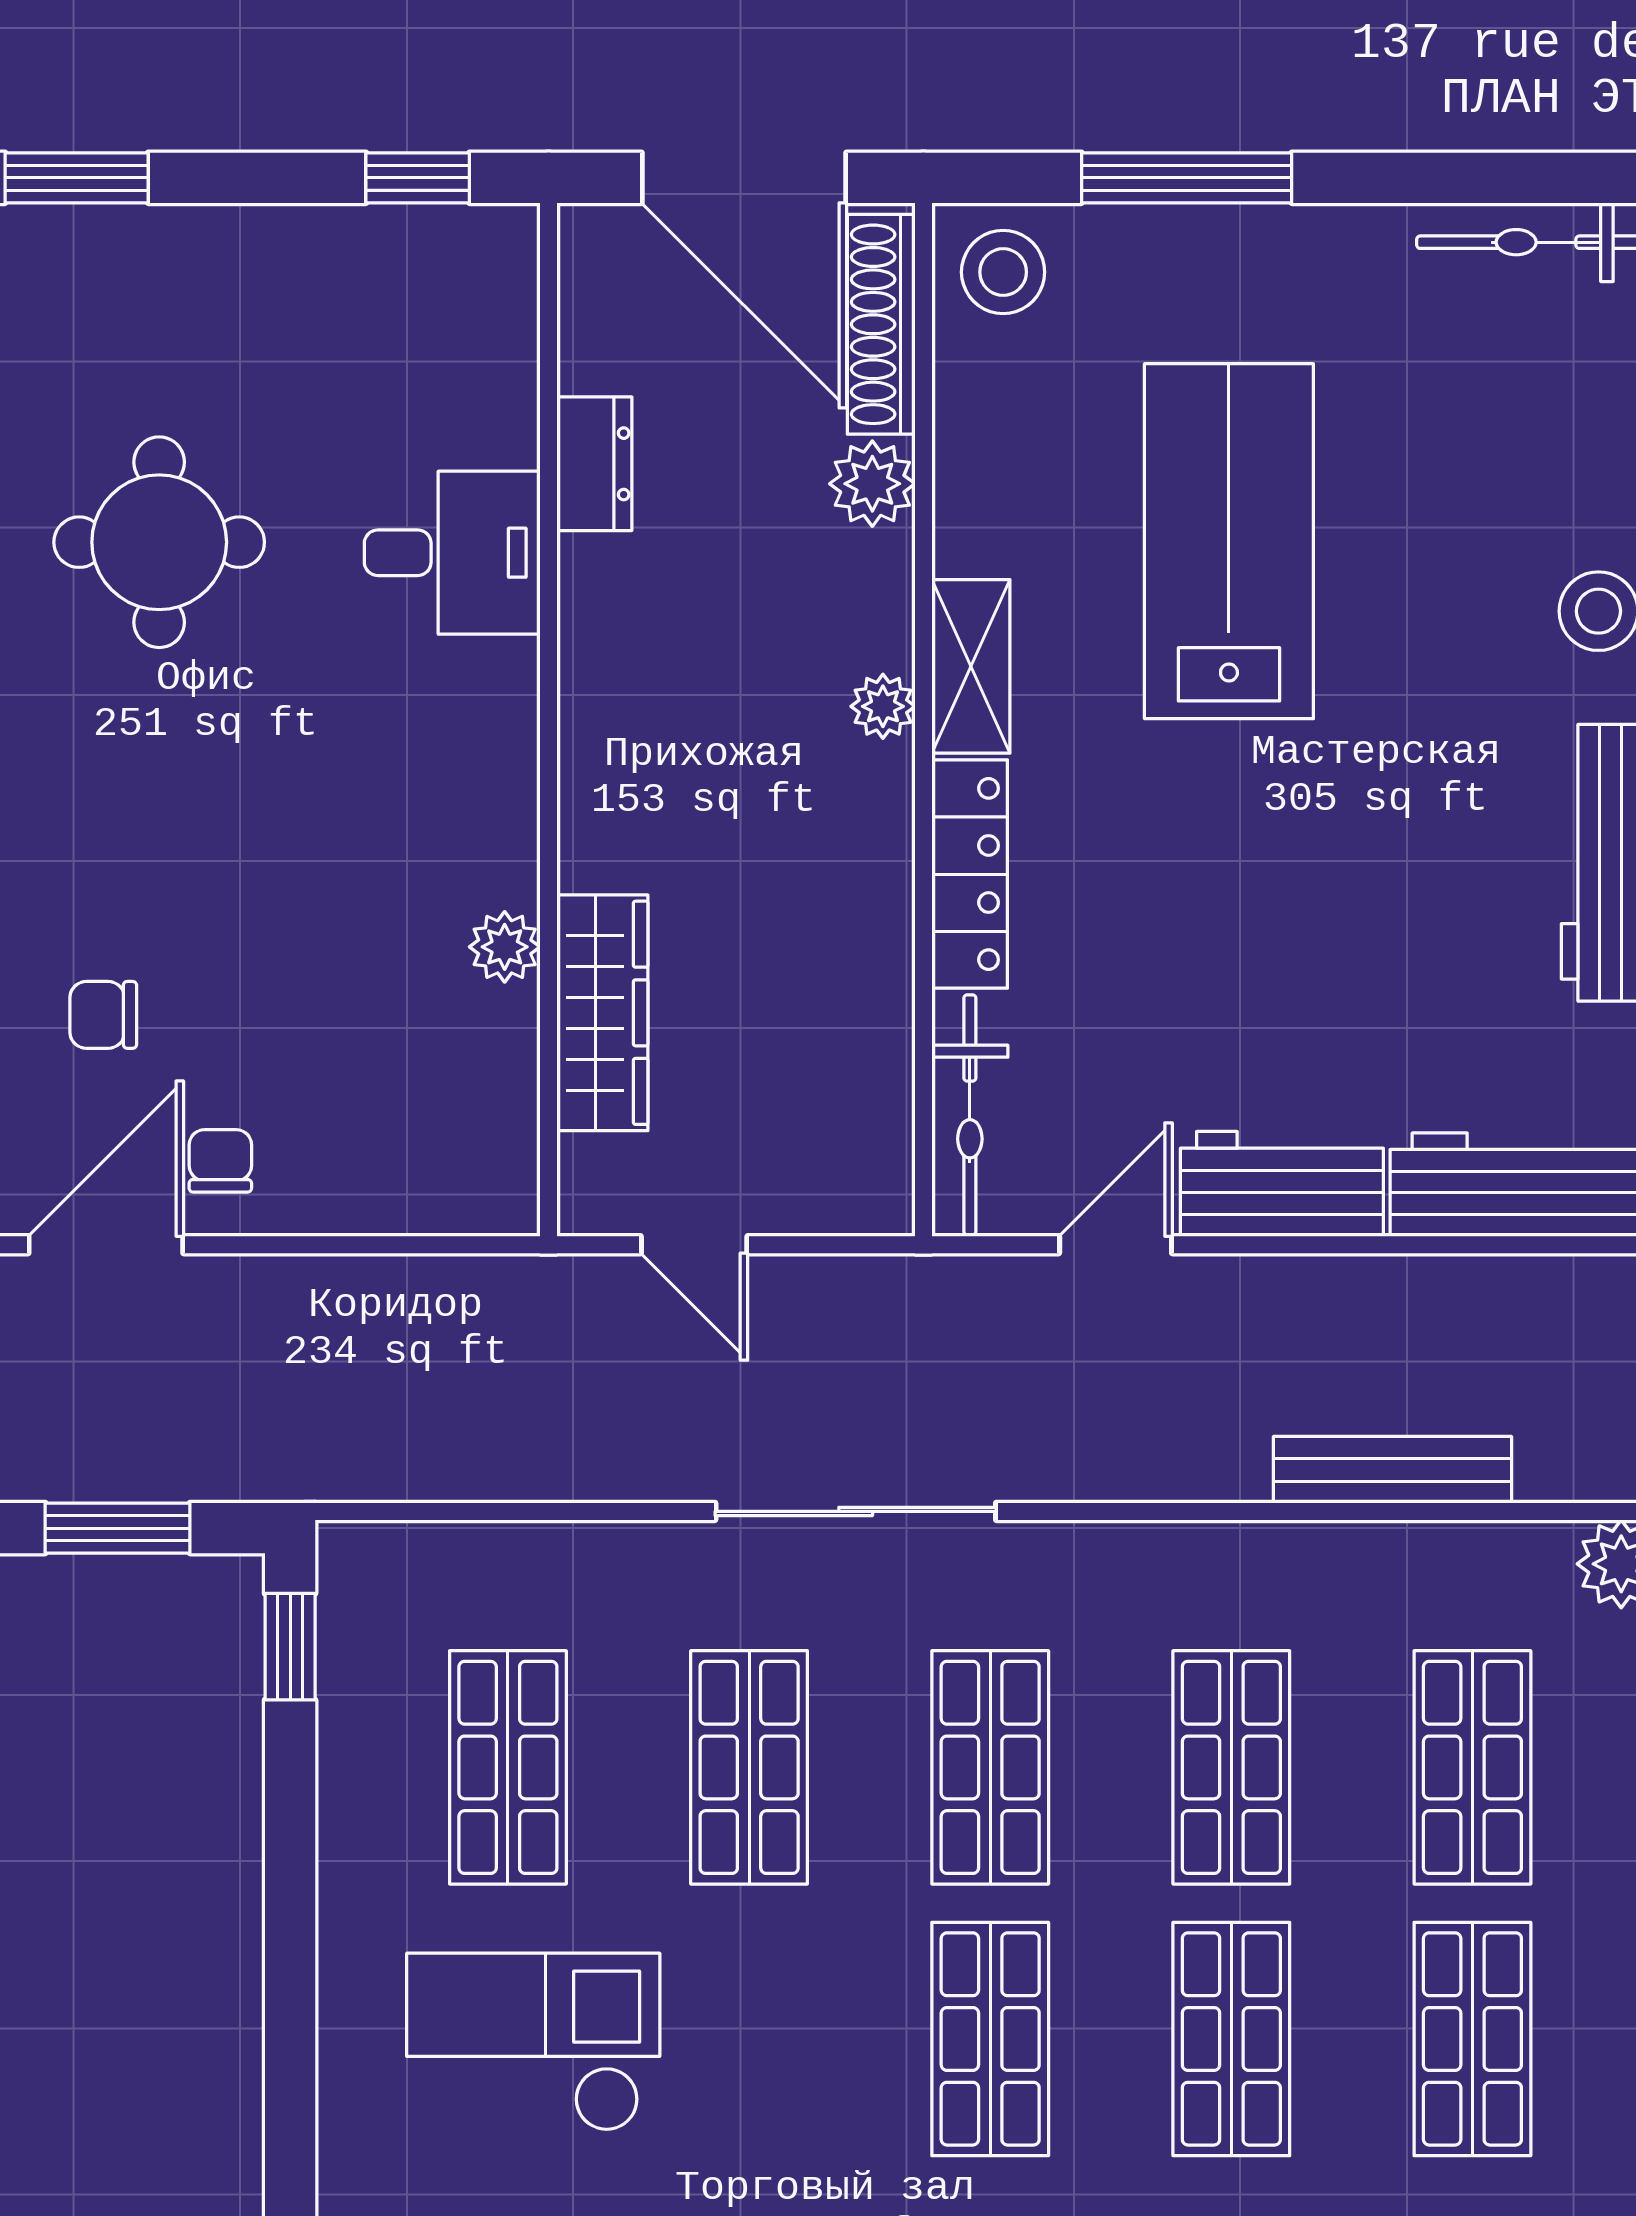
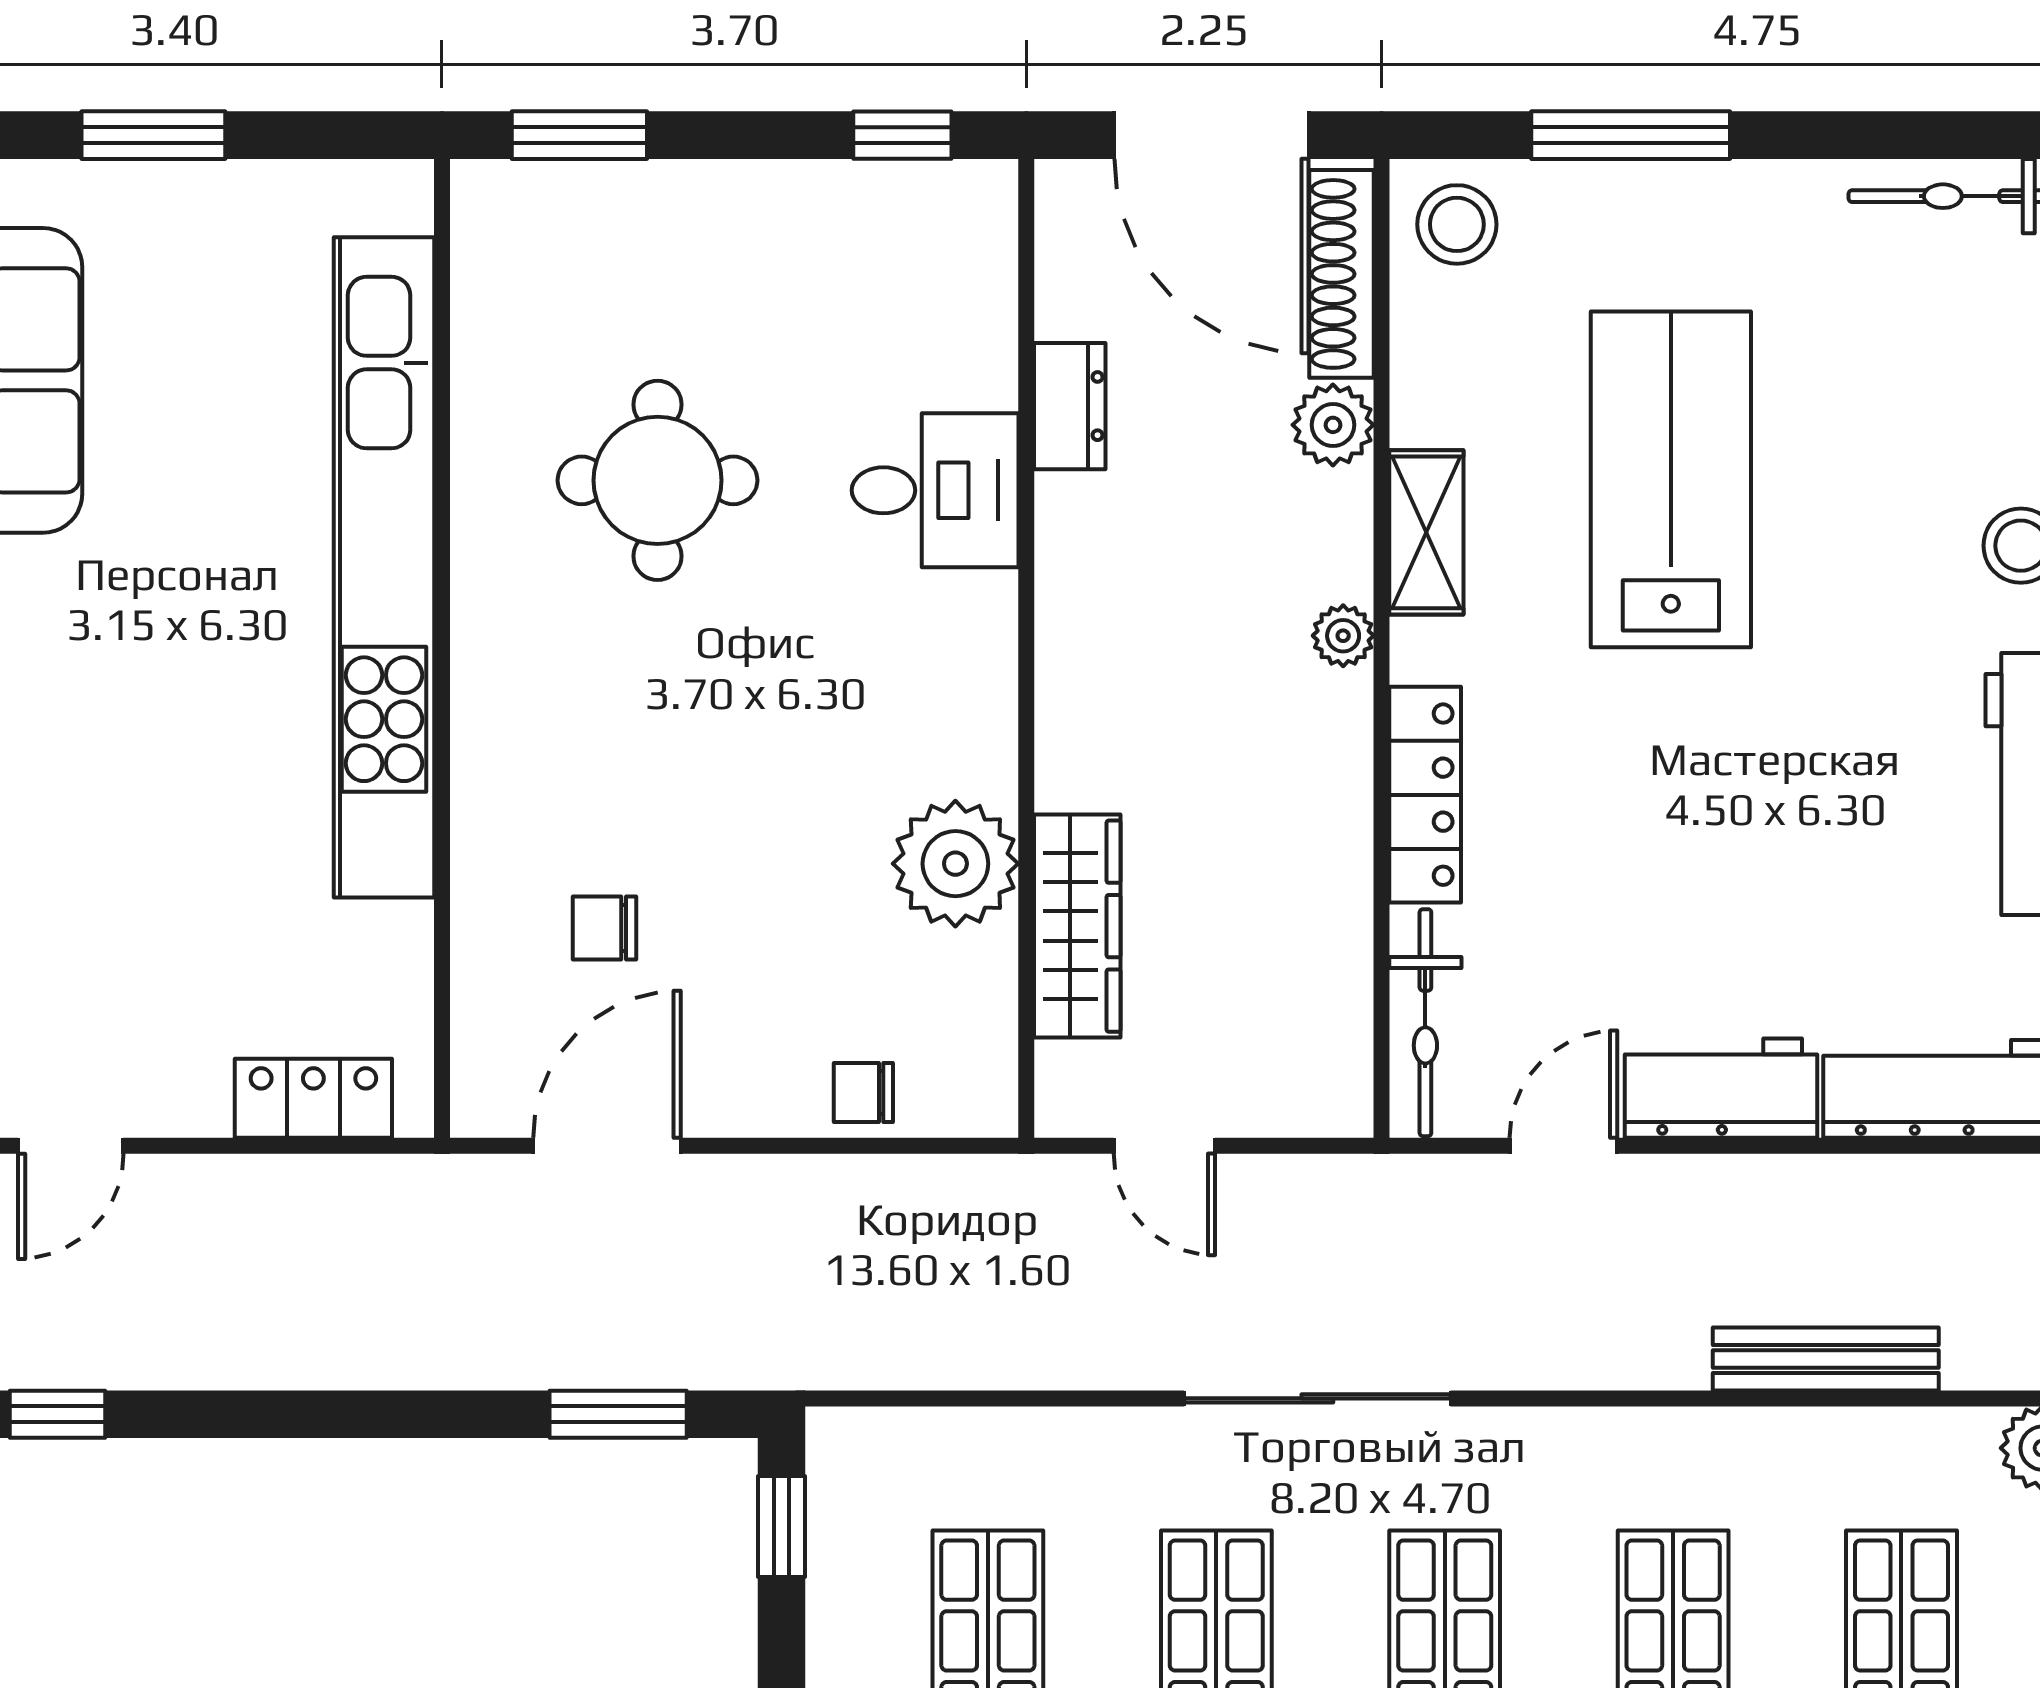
shelving: (971, 666) -> (1426, 532), moved
plant: (505, 947) -> (955, 864), width x1.88, depth x1.88
chair: (220, 1161) -> (863, 1092), moved, turned -90

